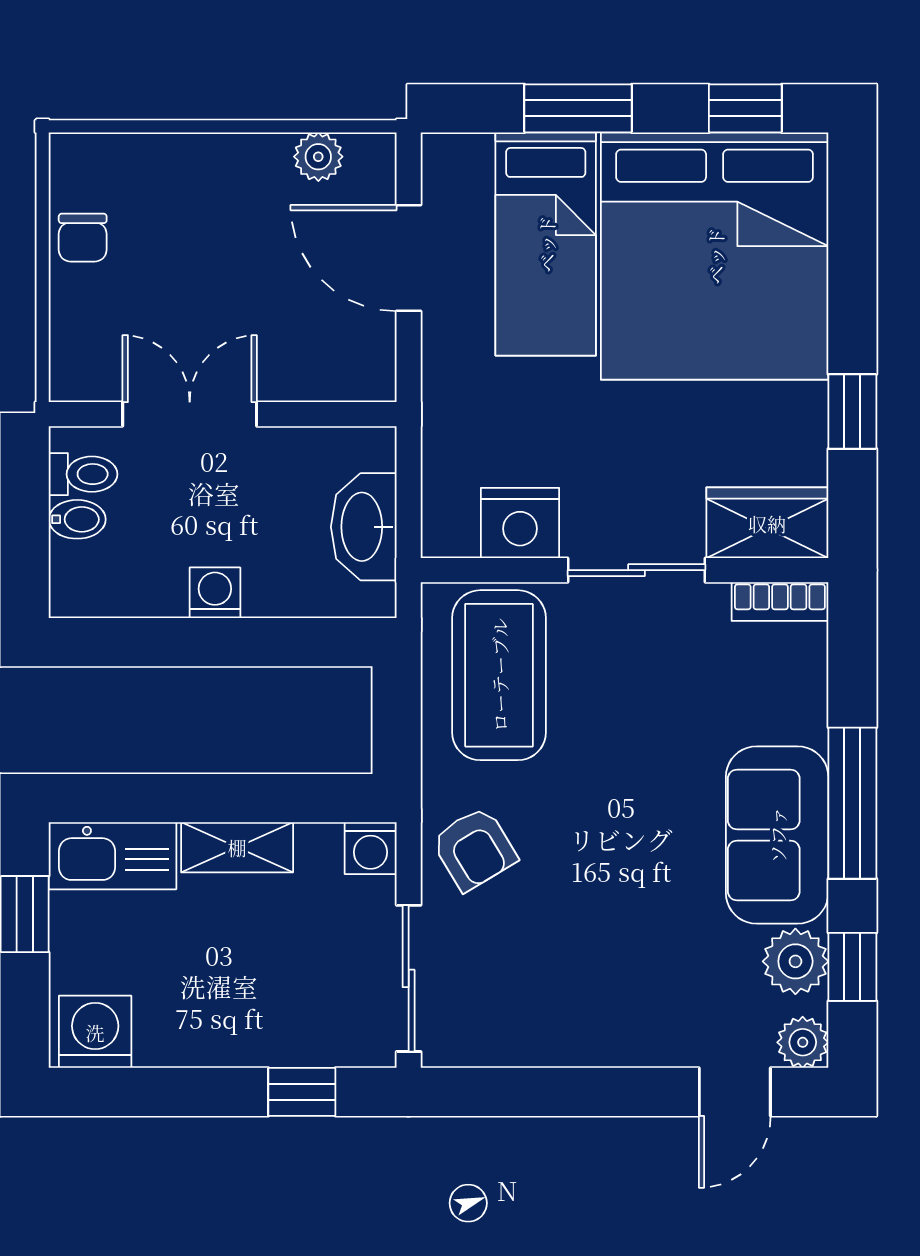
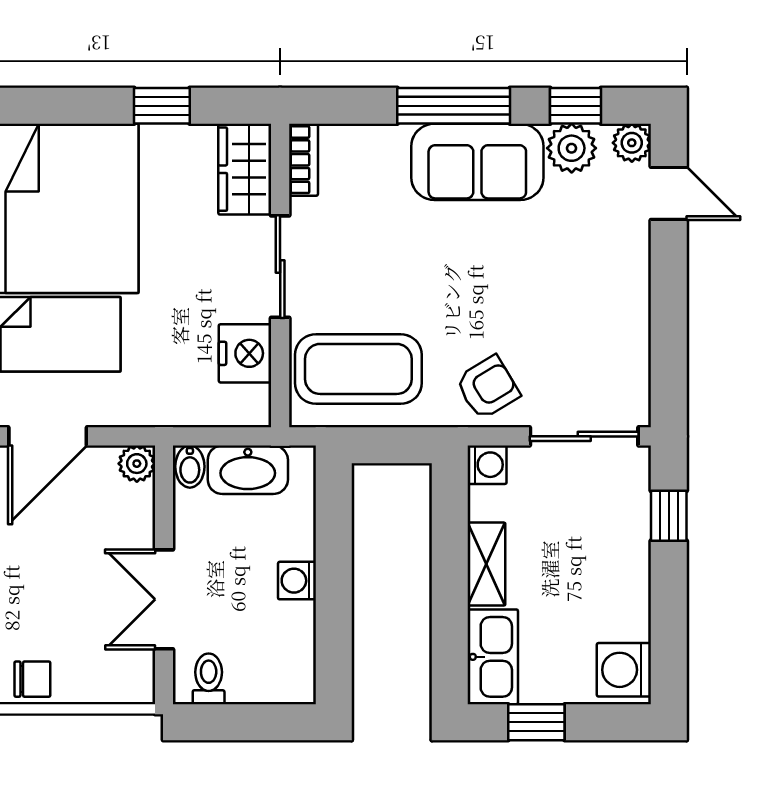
plant: (372, 378) -> (137, 464), added
bidet: (77, 519) -> (190, 467), moved, turned 180

